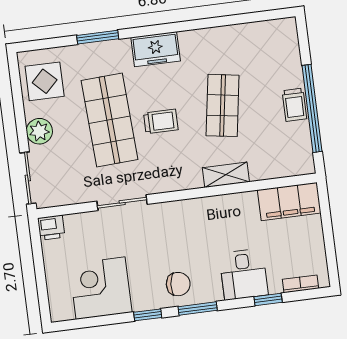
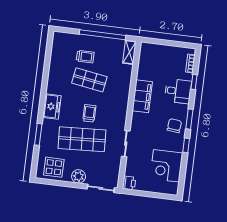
trolley: (294, 105) -> (85, 57), moved
shelving: (226, 175) -> (129, 52), moved
filing cabinet: (289, 201) -> (142, 96), moved

